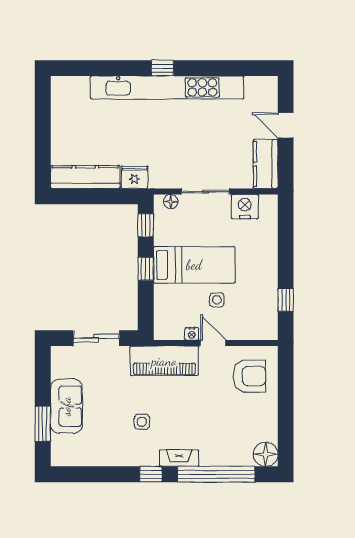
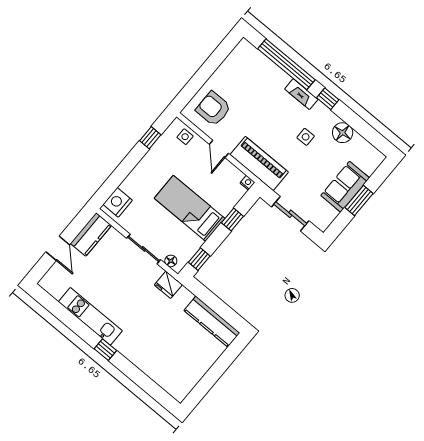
kitchen unit: (167, 87) -> (90, 316), width x0.54
fridge: (135, 177) -> (168, 285), moved
nightstand: (245, 207) -> (118, 202), moved, turned 90
window: (146, 269) -> (232, 219), moved
side table: (217, 300) -> (185, 137), moved
nightstand: (192, 334) -> (247, 183), moved
window: (43, 424) -> (359, 200), moved
floor lamp: (266, 454) -> (343, 133), moved

